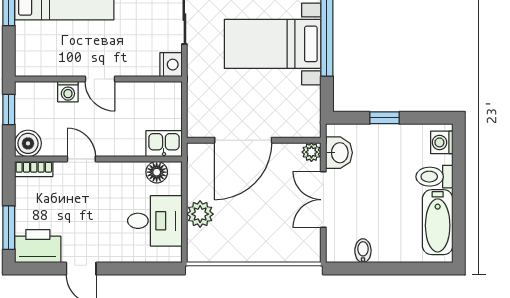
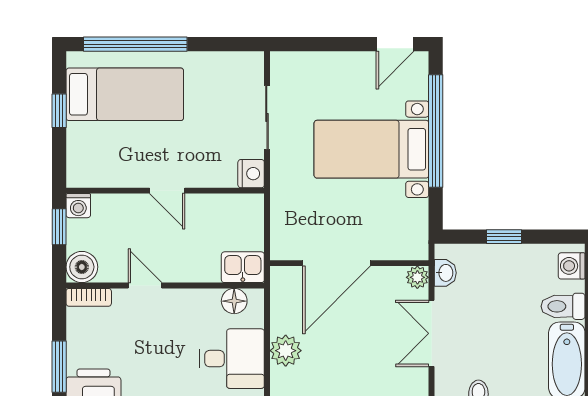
washing machine: (68, 92) -> (78, 206), moved
washbasin: (339, 153) -> (445, 273), width x0.72, depth x0.69

